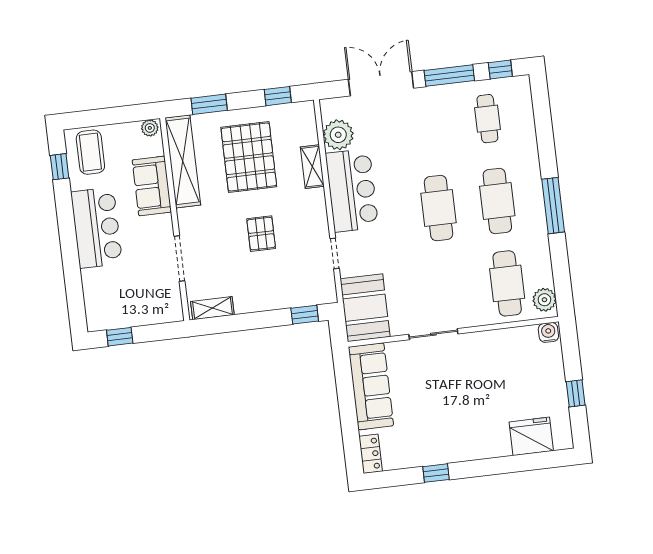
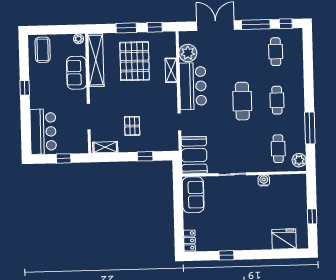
window: (209, 104) -> (126, 28), moved
window: (60, 167) -> (25, 88), moved
cafe table: (497, 201) -> (277, 100), width x0.73, depth x0.74
window: (553, 206) -> (310, 128), moved
bar counter: (97, 228) -> (43, 132), moved
pallet: (261, 234) -> (132, 126), moved
cafe table: (507, 283) -> (278, 149), width x0.73, depth x0.74
window: (305, 315) -> (145, 156), moved
water cooler: (548, 332) -> (264, 180), moved
window: (120, 337) -> (64, 158), moved
sofa: (371, 386) -> (193, 195), width x0.73

